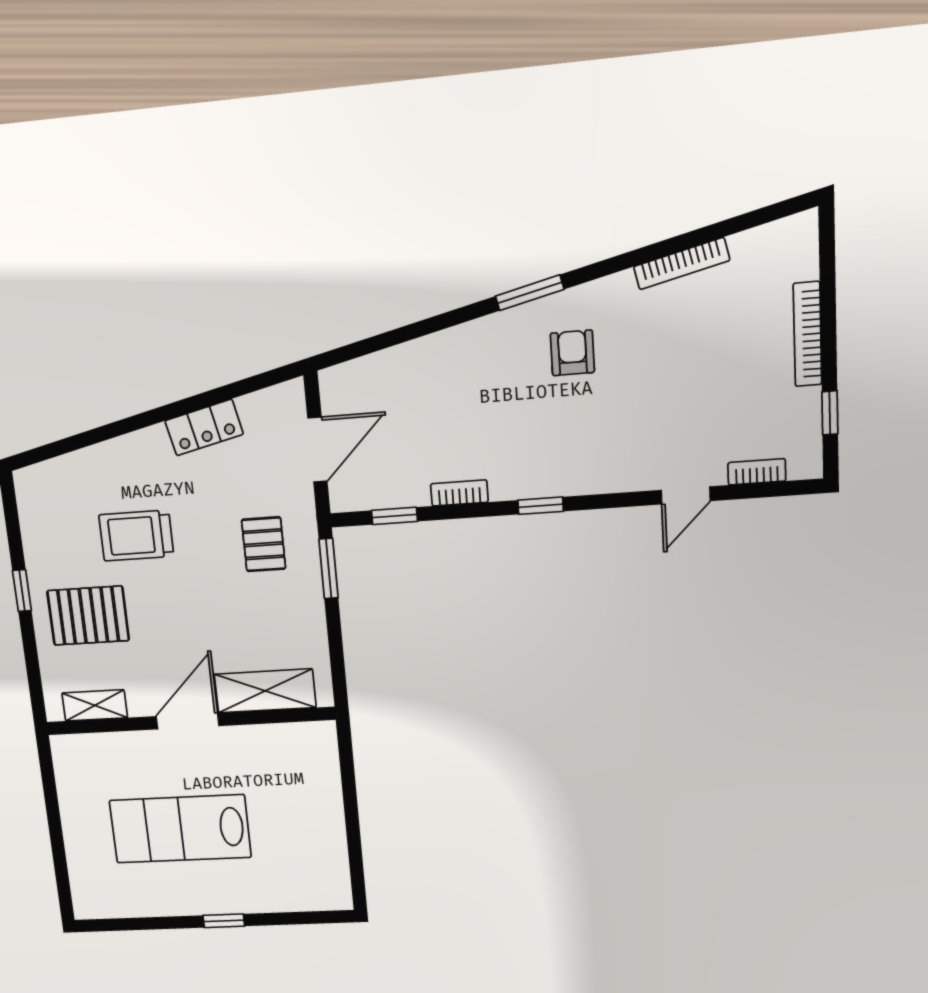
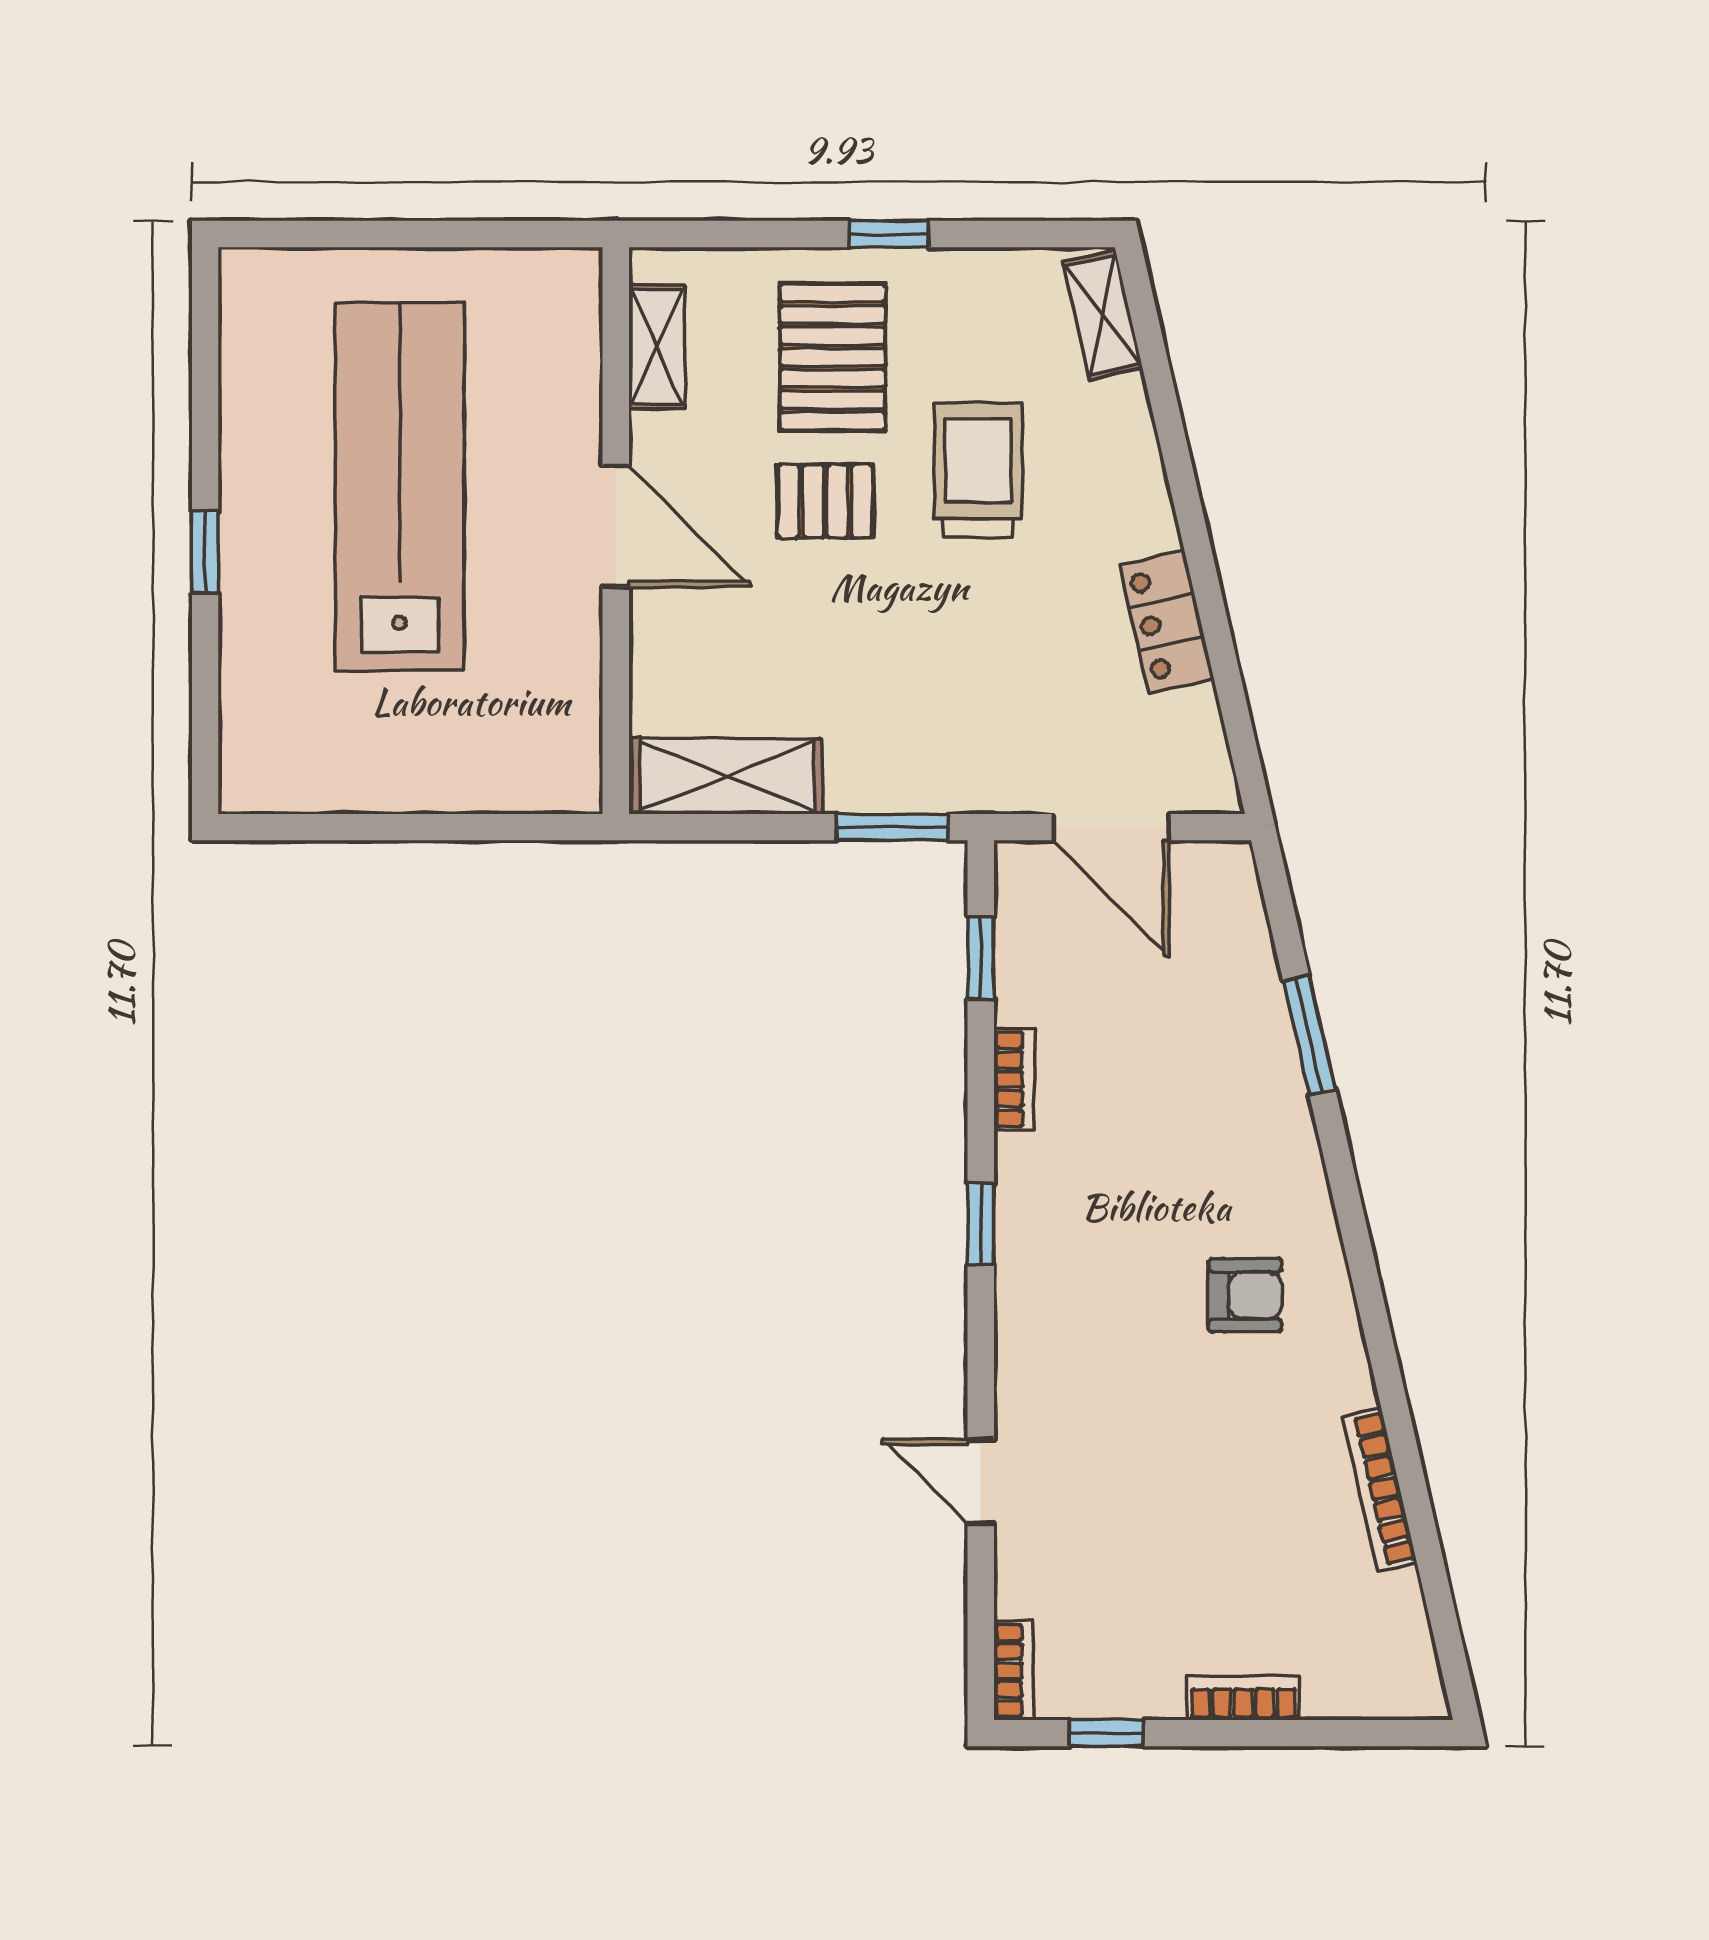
window: (530, 293) -> (1309, 1035), moved
bookcase: (807, 334) -> (1243, 1698), width x0.64
bookcase: (757, 472) -> (1014, 1671), moved
shelving: (48, 475) -> (1103, 315), added
pallet: (264, 544) -> (825, 501), moved
shelving: (265, 691) -> (727, 776), moved, turned 90
lab bench: (180, 829) -> (400, 486), width x1.36

